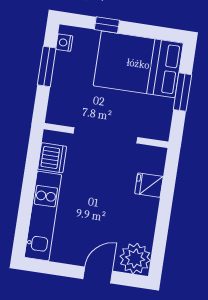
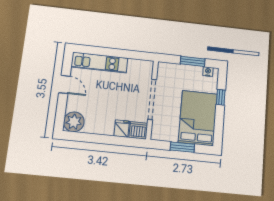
dishwasher: (52, 158) -> (138, 130), moved, turned 180
door: (98, 275) -> (64, 84), moved

